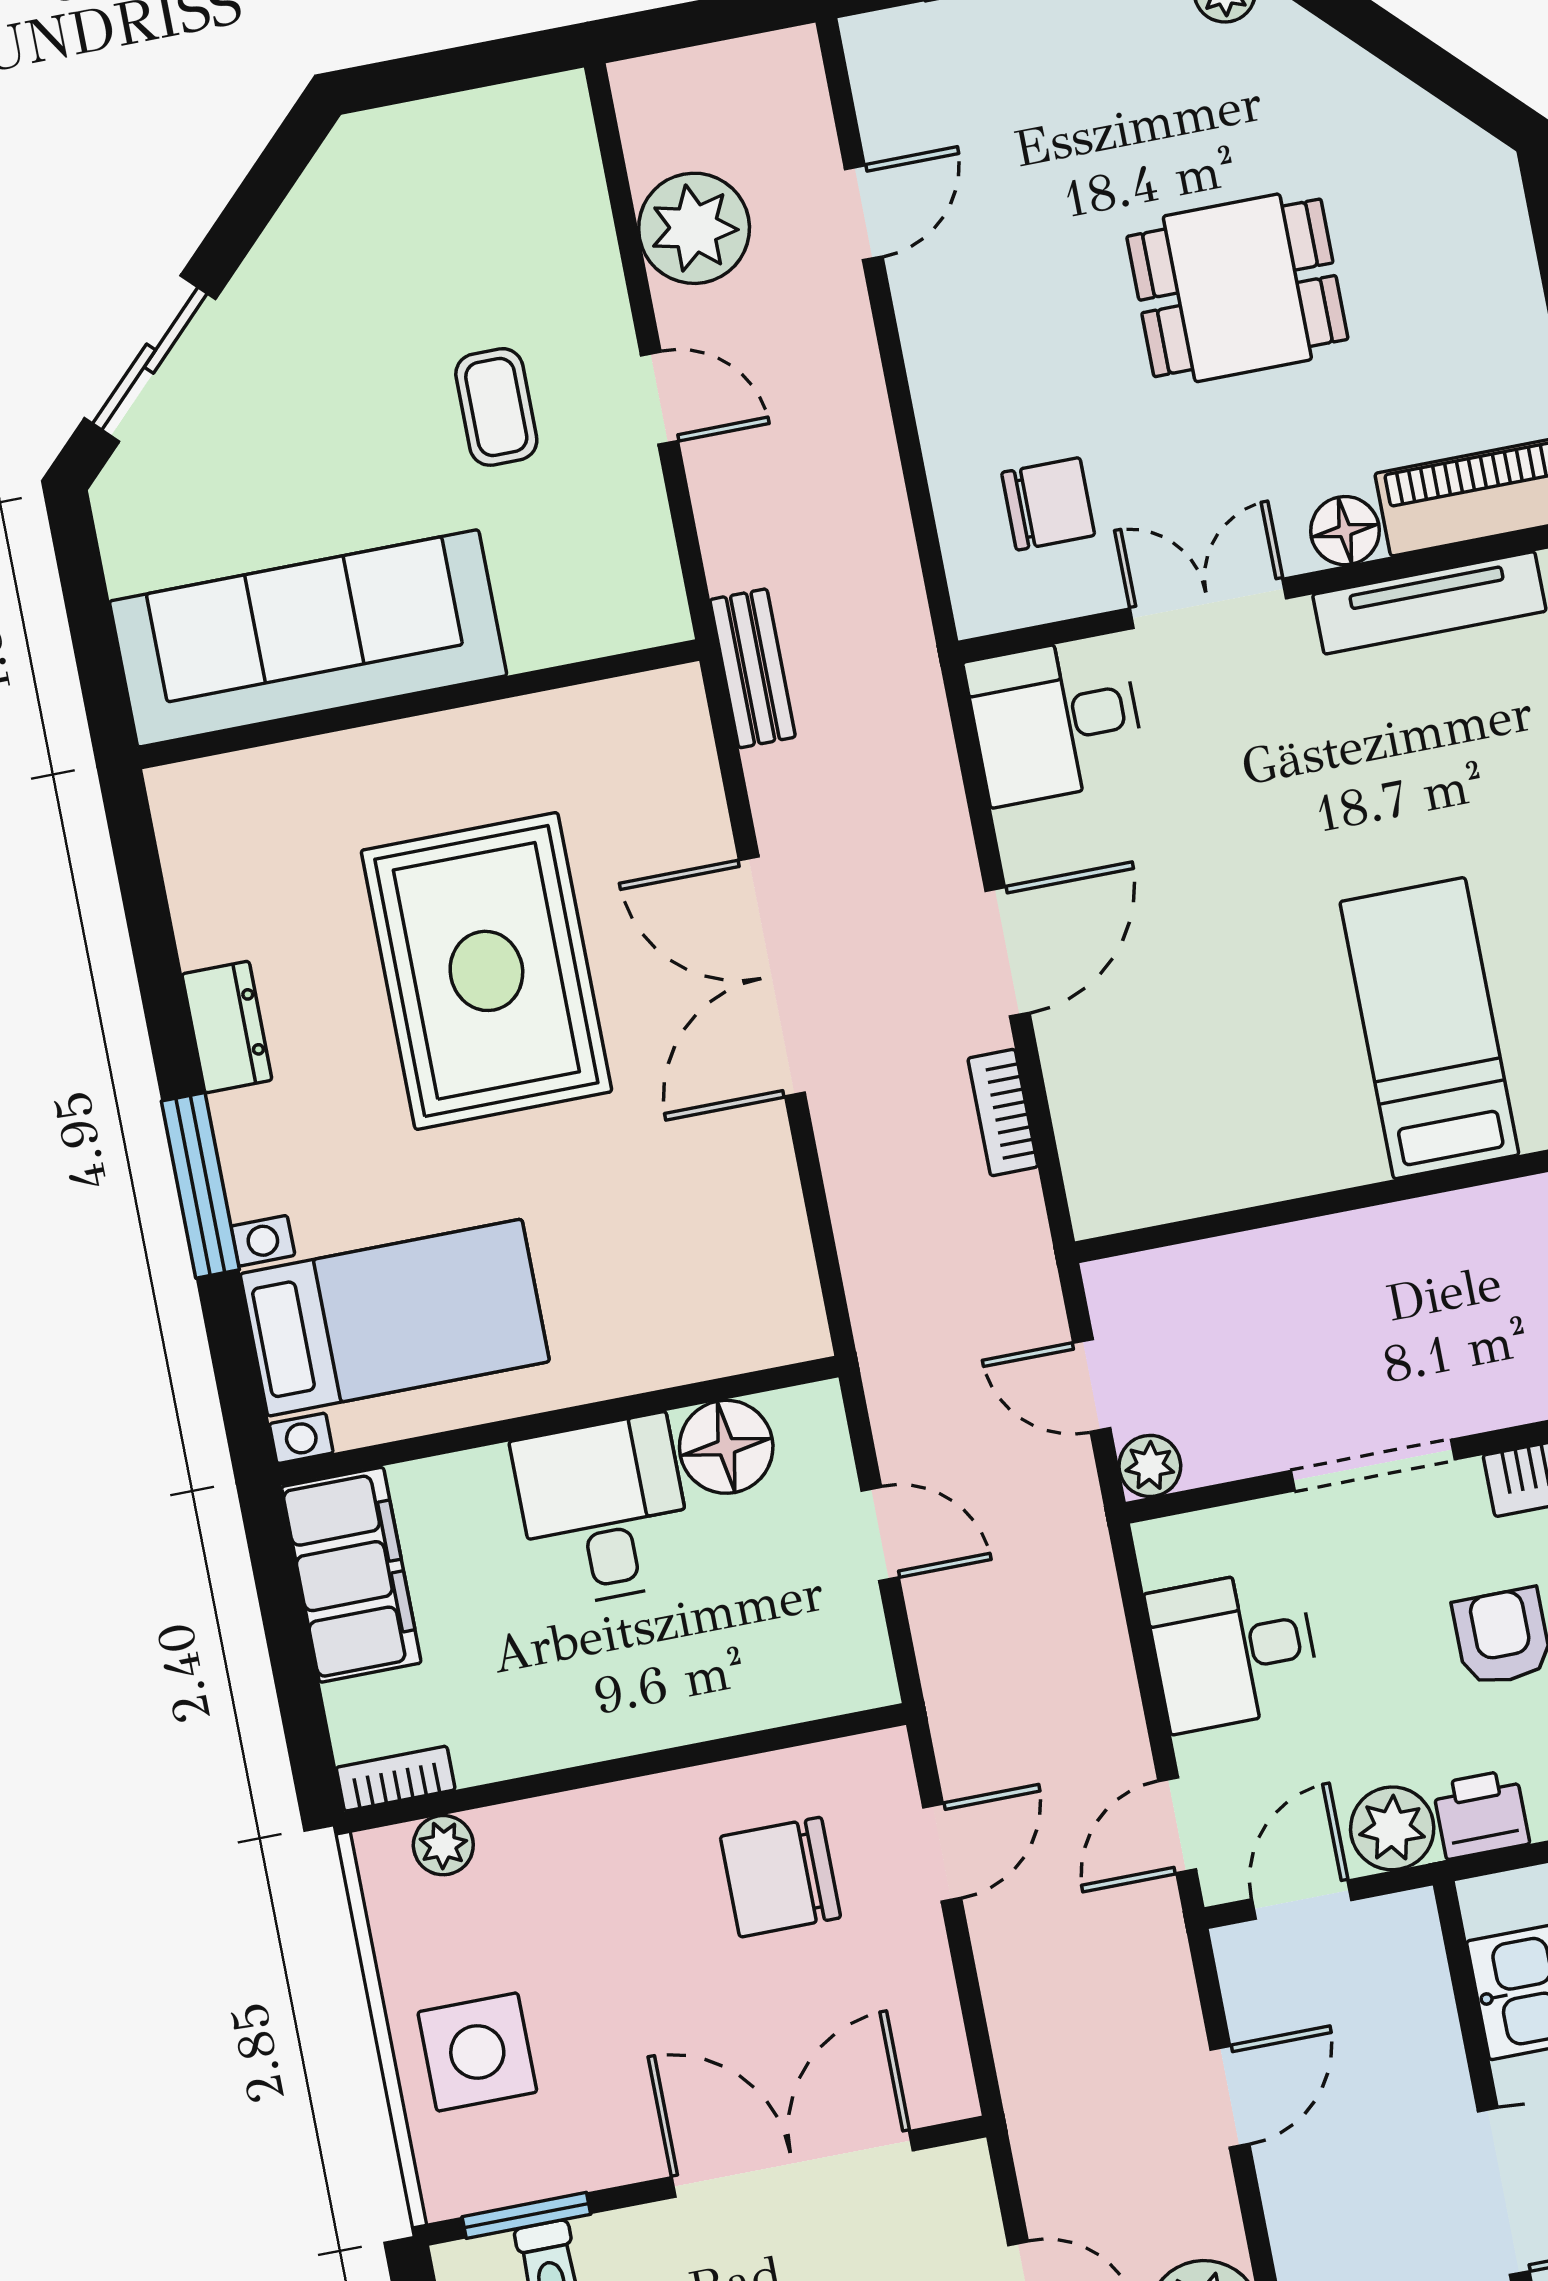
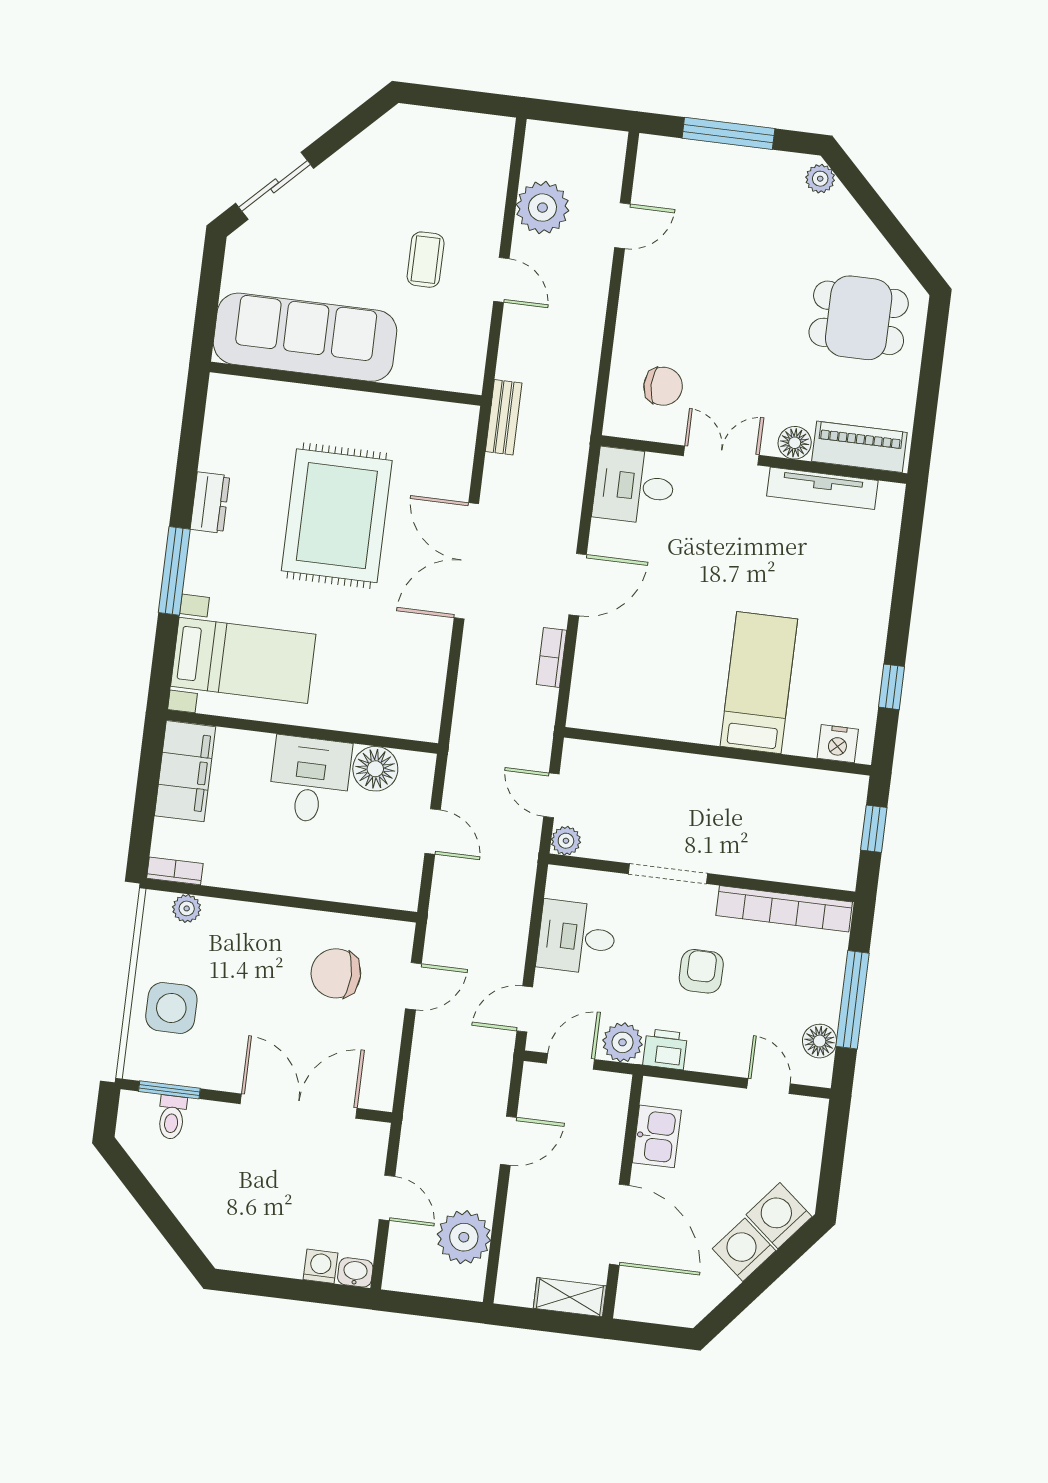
dining table: (1237, 288) -> (859, 318), moved

